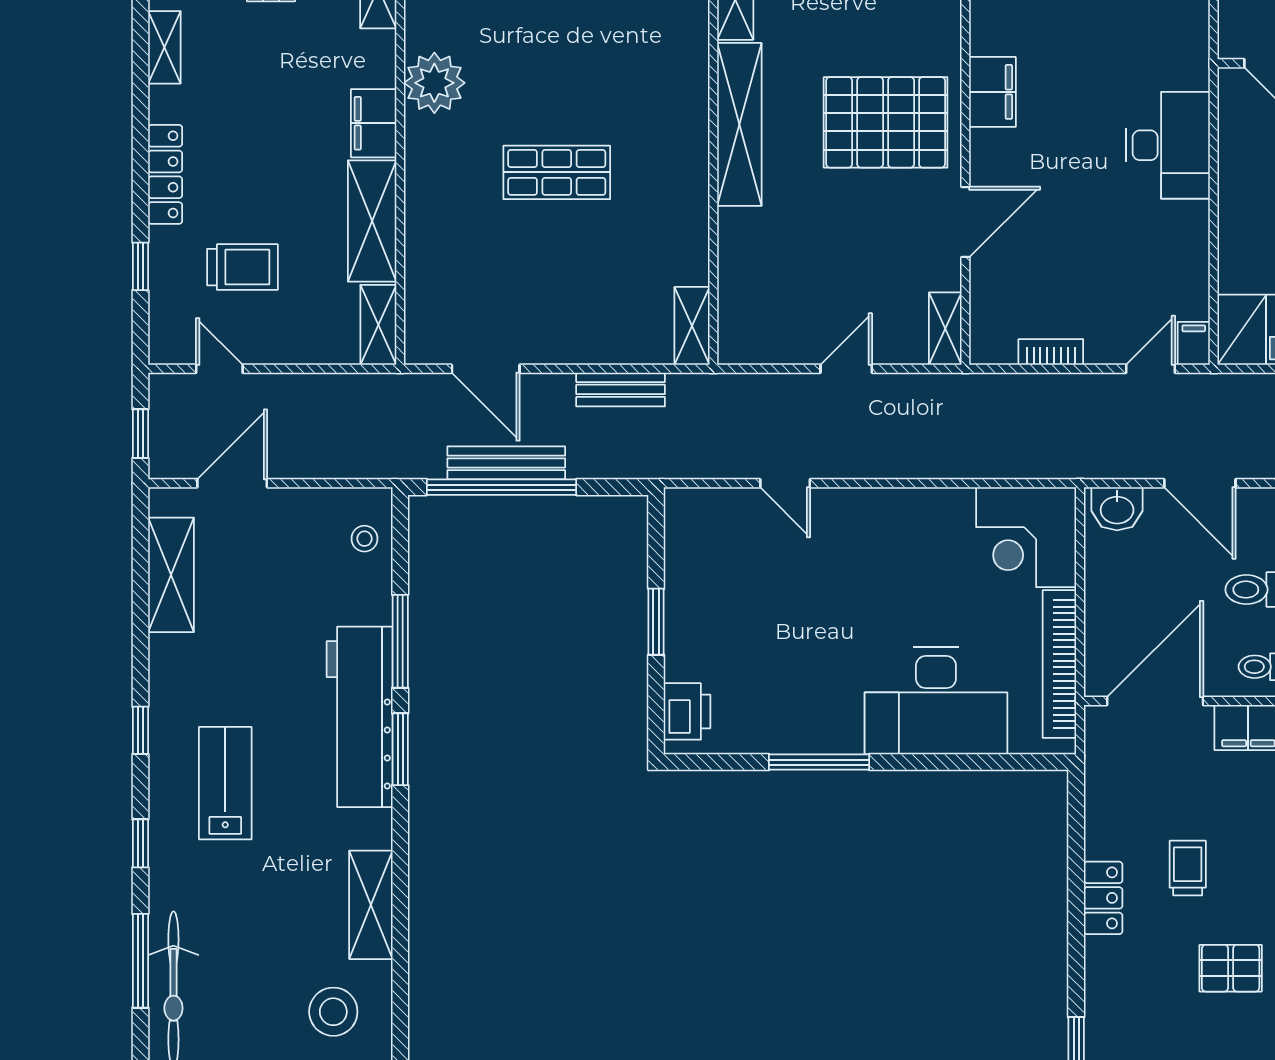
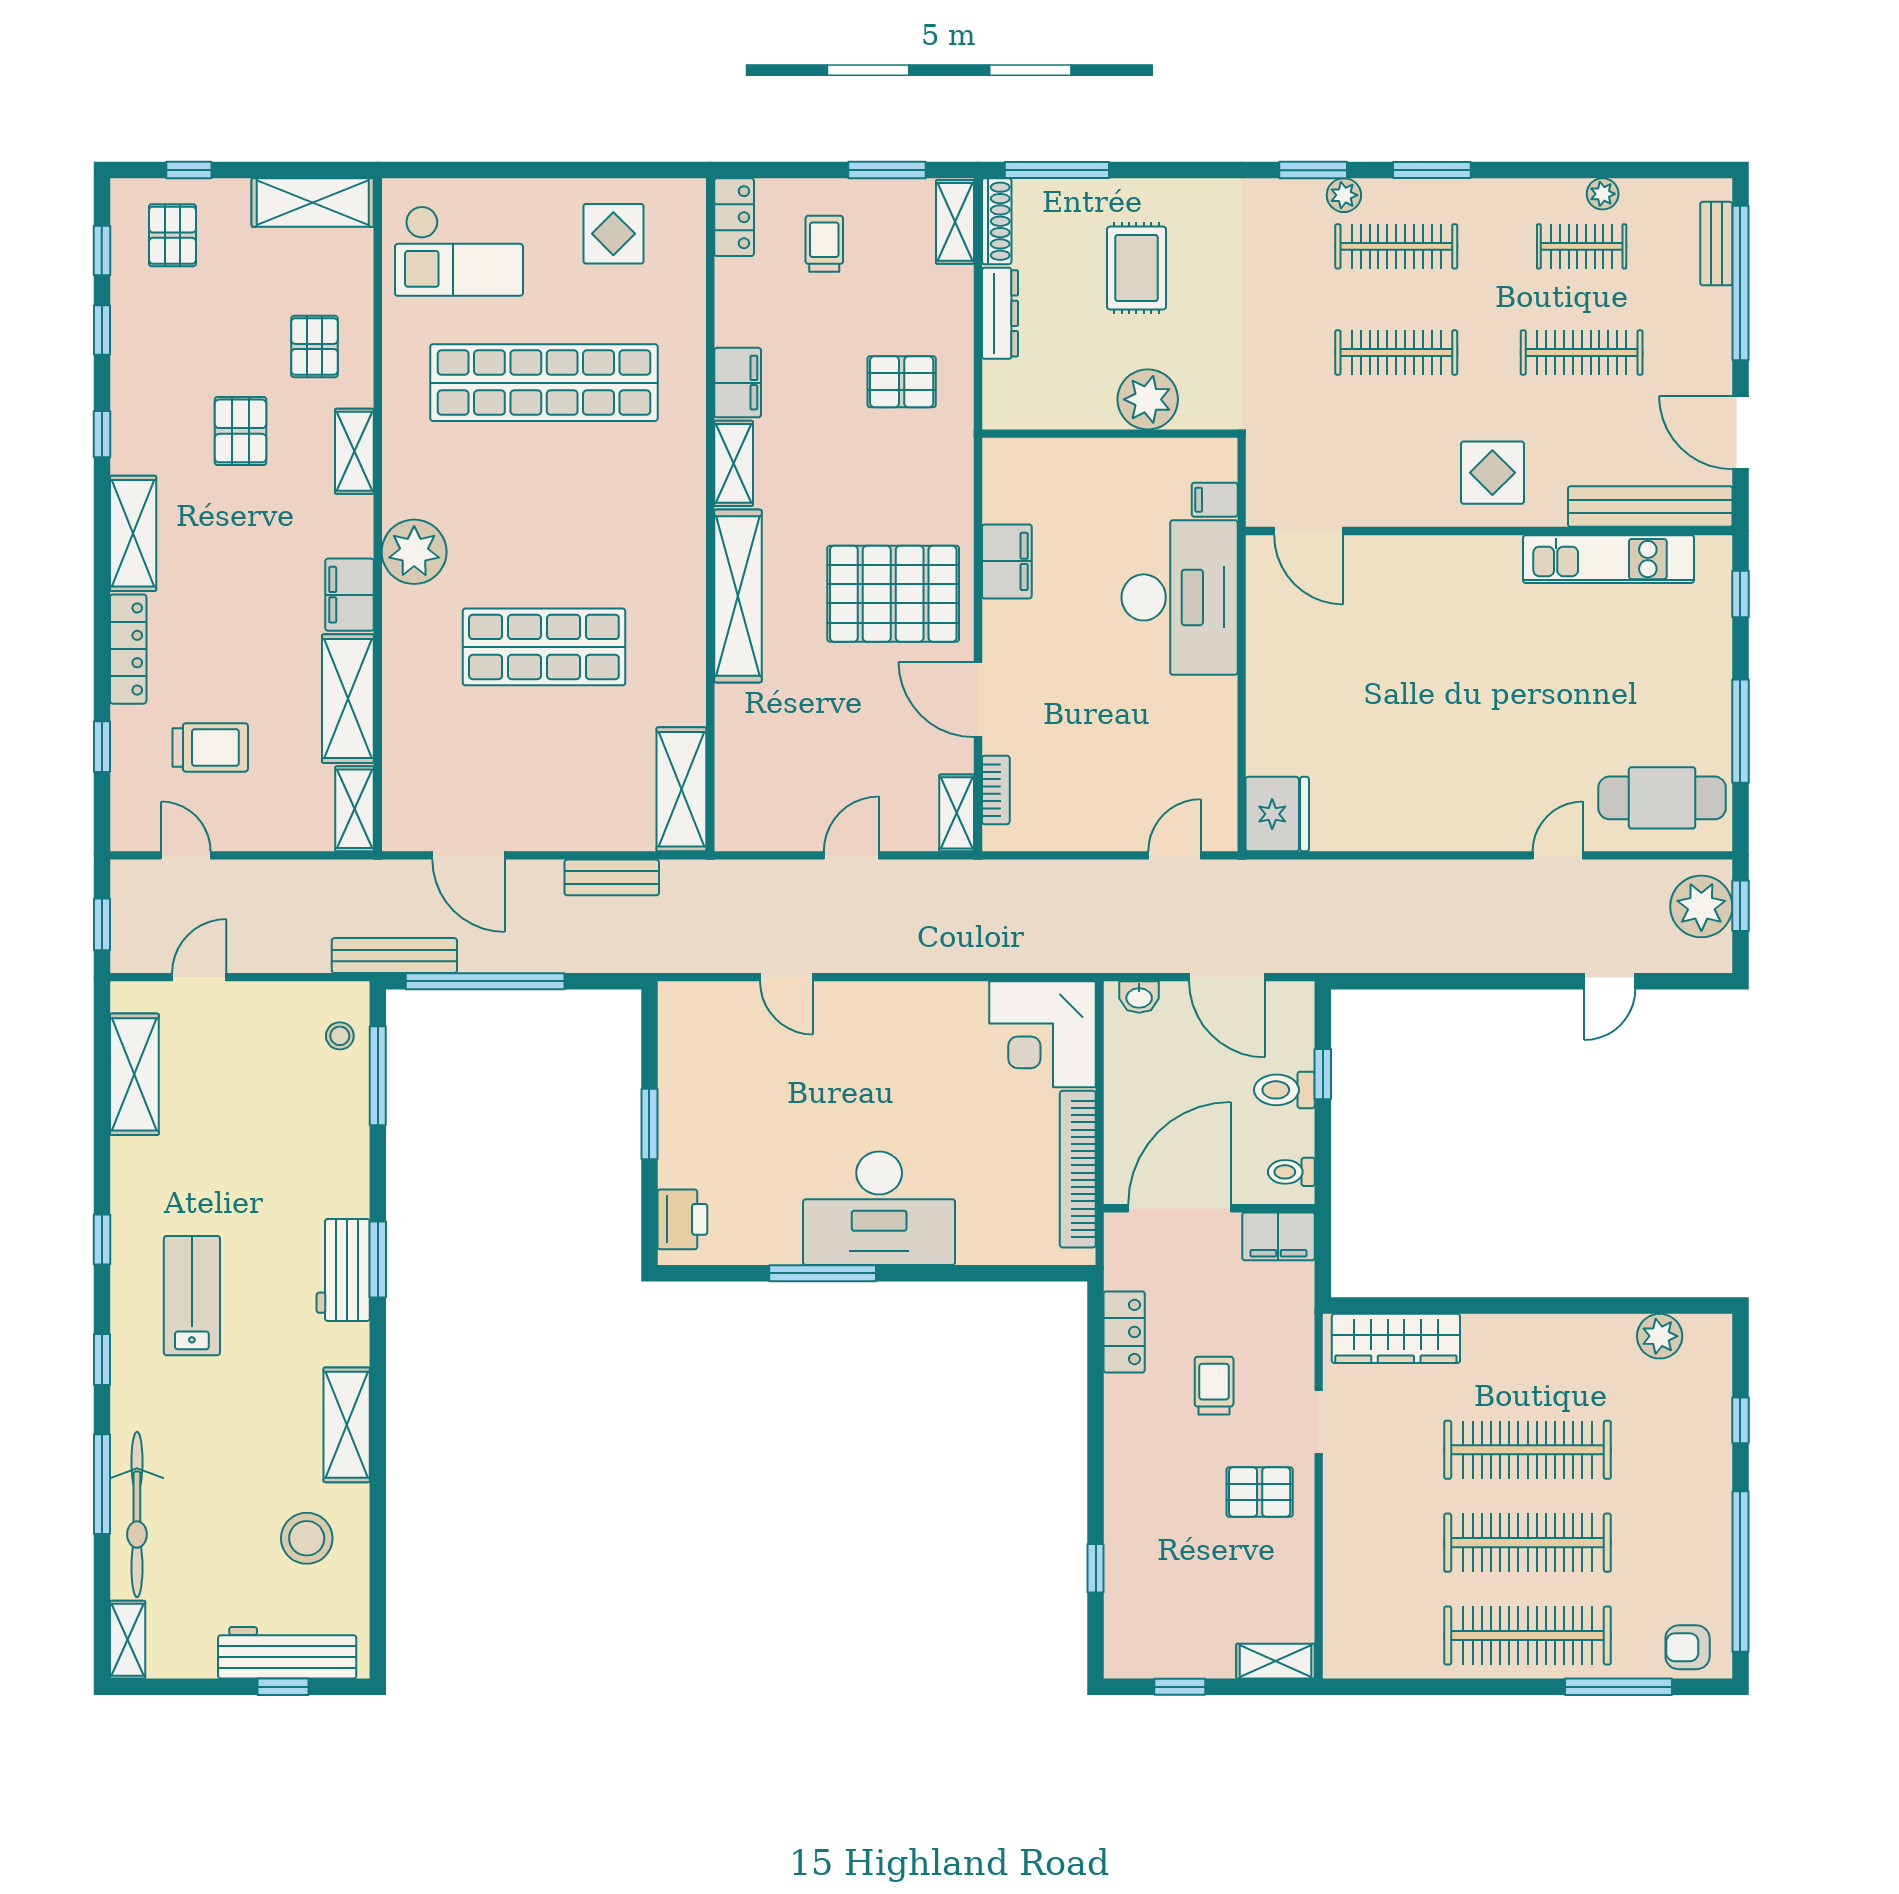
shelving: (164, 47) -> (133, 533), width x1.50, depth x1.33
desk: (1168, 145) -> (1180, 597), width x1.36, depth x1.30
shop shelf: (557, 172) -> (544, 647), width x1.43, depth x1.36
door: (965, 222) -> (978, 700), swing flipped
shelving: (692, 326) -> (681, 789), width x1.50, depth x1.33
filing cabinet: (1194, 343) -> (1215, 500), moved, turned -90
bookcase: (1051, 352) -> (996, 790), moved, turned 90
bench: (506, 463) -> (394, 956), moved
door: (232, 483) -> (199, 977), width x0.73
washbasin: (1117, 509) -> (1139, 997), width x0.72, depth x0.69
window: (400, 641) -> (378, 1076), moved
desk: (936, 701) -> (879, 1208), moved
workbench: (360, 717) -> (343, 1270), width x0.53, depth x0.76
locker: (1103, 898) -> (1124, 1332), moved

